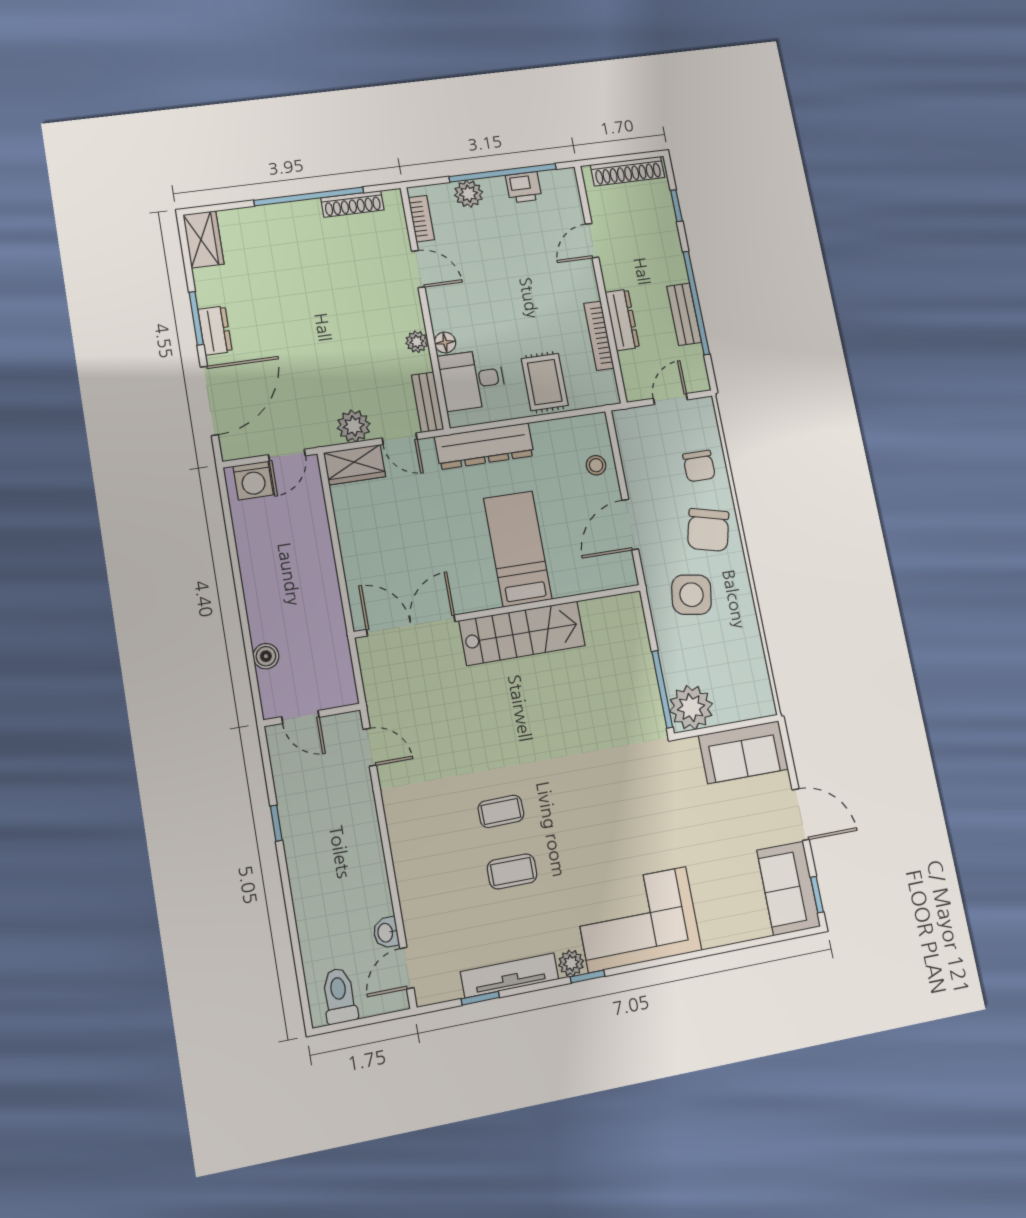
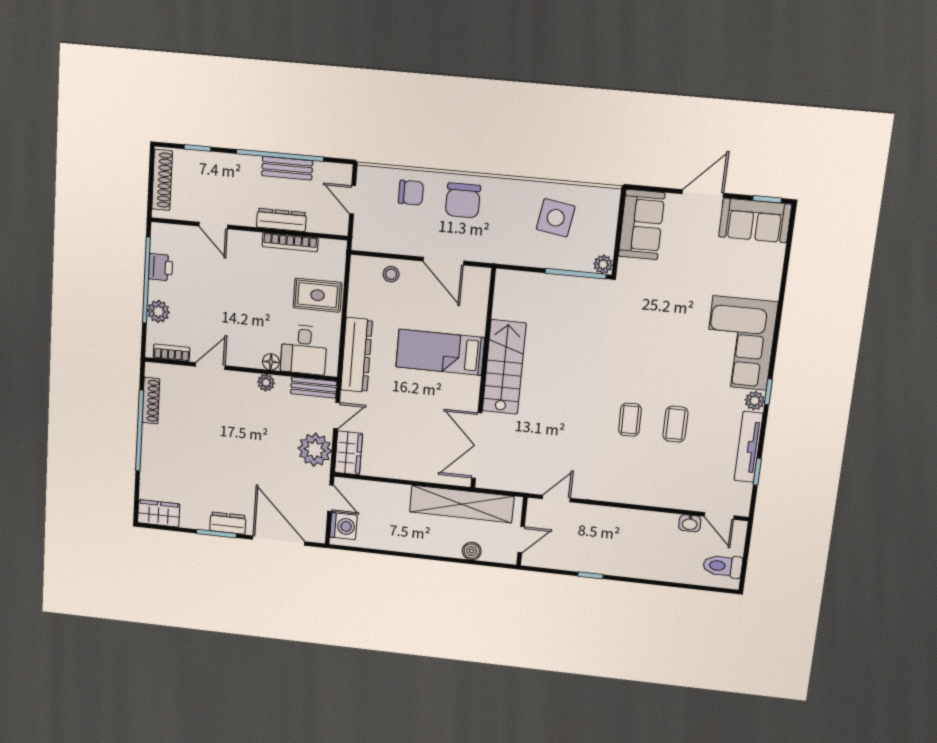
plant: (354, 426) -> (315, 450), width x1.36, depth x1.36
chair: (708, 530) -> (463, 200), turned 76
side table: (691, 595) -> (556, 218), moved
shelving: (327, 626) -> (462, 504), added
plant: (691, 708) -> (603, 264), width x0.53, depth x0.53

